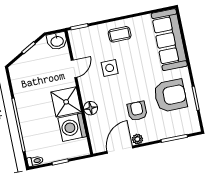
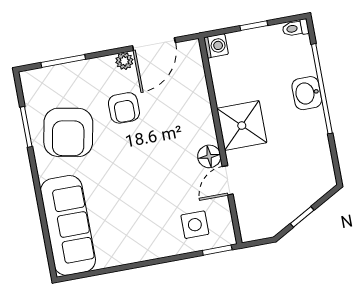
coffee table: (120, 34) -> (150, 236), removed
washbasin: (57, 41) -> (307, 93), moved, turned -90
side table: (110, 68) -> (195, 225), moved
armchair: (170, 96) -> (68, 132), turned -79
floor lamp: (91, 108) -> (209, 156), moved
washing machine: (72, 127) -> (216, 46), moved, width x0.53, depth x0.53

